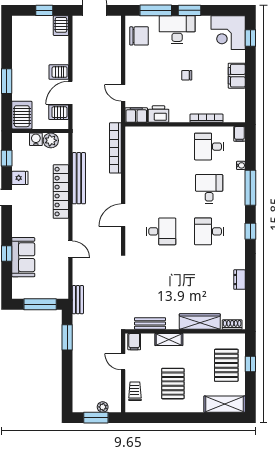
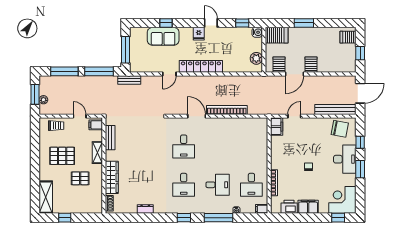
window: (156, 10) -> (360, 142), width x0.46
server rack: (61, 26) -> (348, 37), moved
chair: (139, 36) -> (340, 129), turned -79
door: (70, 93) -> (294, 74), swing flipped
printer: (158, 114) -> (289, 207), moved, turned -90
water cooler: (36, 139) -> (257, 32), moved
desk: (209, 147) -> (251, 185), turned 180
bookcase: (115, 148) -> (227, 110), moved
fridge: (20, 178) -> (199, 34), moved
bench: (79, 178) -> (335, 109), moved
locker: (61, 192) -> (201, 66), moved
desk: (209, 231) -> (184, 185), turned 180
window: (67, 337) -> (99, 71), width x1.44
door: (123, 362) -> (80, 116), hinge flipped
window: (250, 364) -> (65, 218), moved
pallet: (226, 365) -> (80, 178), moved, width x0.67, depth x0.71
window: (67, 381) -> (64, 71), added

